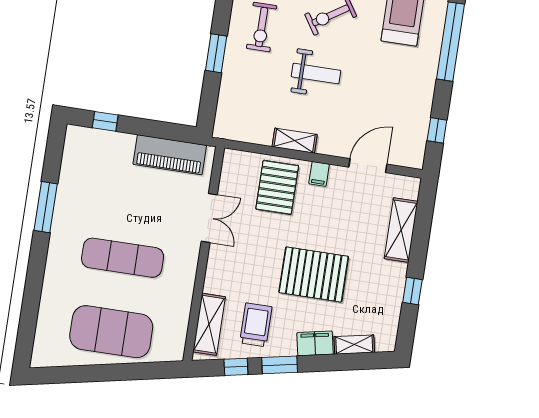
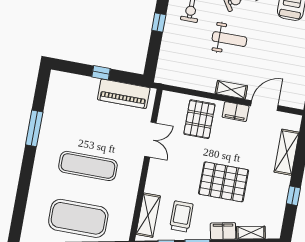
window: (216, 53) -> (159, 22), width x0.67
window: (105, 121) -> (101, 73), moved
shelving: (295, 141) -> (231, 90), moved
filing cabinet: (319, 174) -> (236, 112), width x2.00

